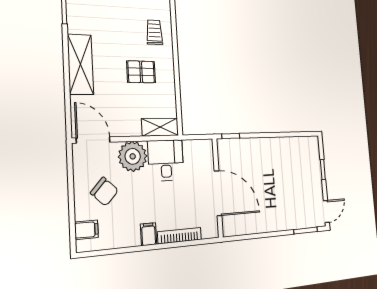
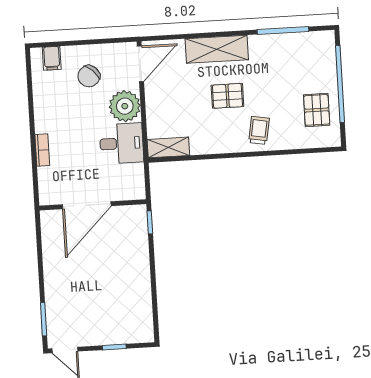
trolley: (154, 32) -> (259, 130), turned -80
pallet: (141, 72) -> (227, 96), moved, turned 90
shelving: (160, 127) -> (168, 147), moved, turned 90
filing cabinet: (149, 234) -> (45, 124), removed
bookcase: (180, 236) -> (42, 150), width x0.64

